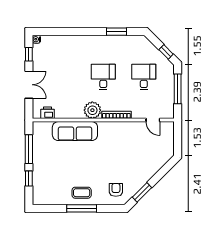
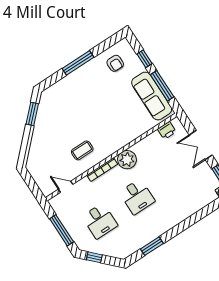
sofa: (75, 131) -> (152, 96), moved, turned -90
armchair: (116, 190) -> (115, 63), moved
coffee table: (82, 193) -> (82, 150), moved

